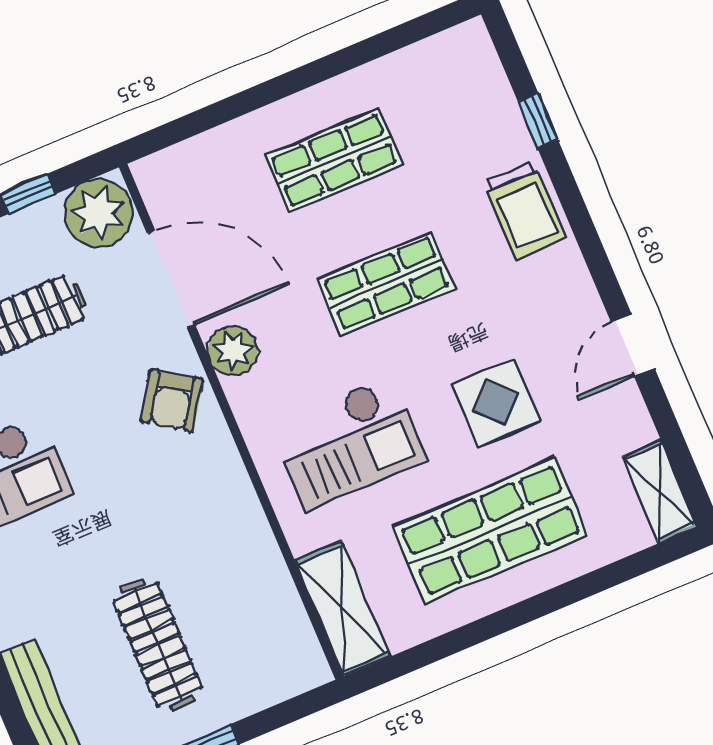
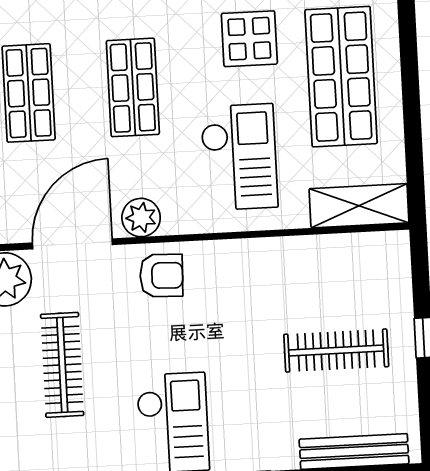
armchair: (172, 400) -> (161, 276), turned -32

